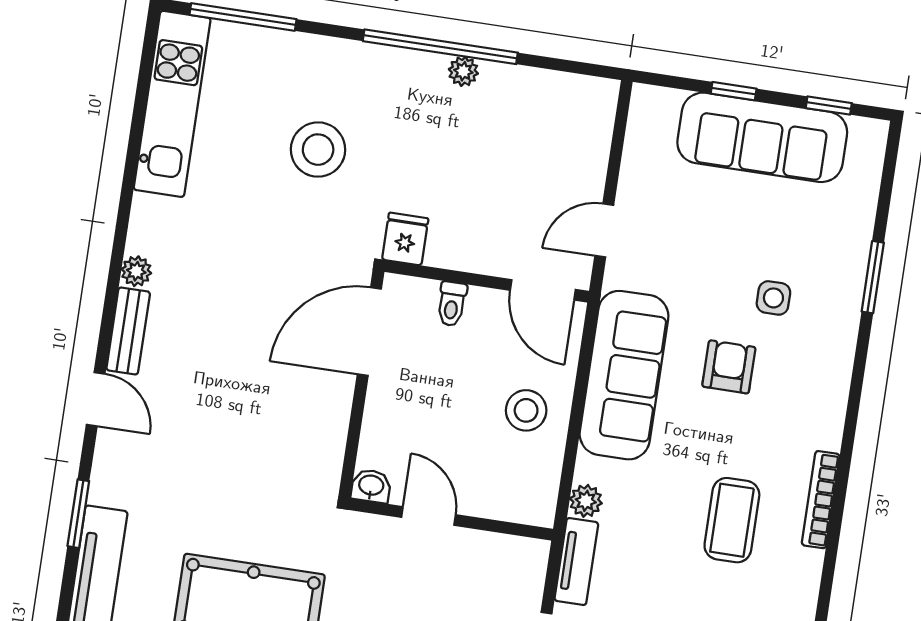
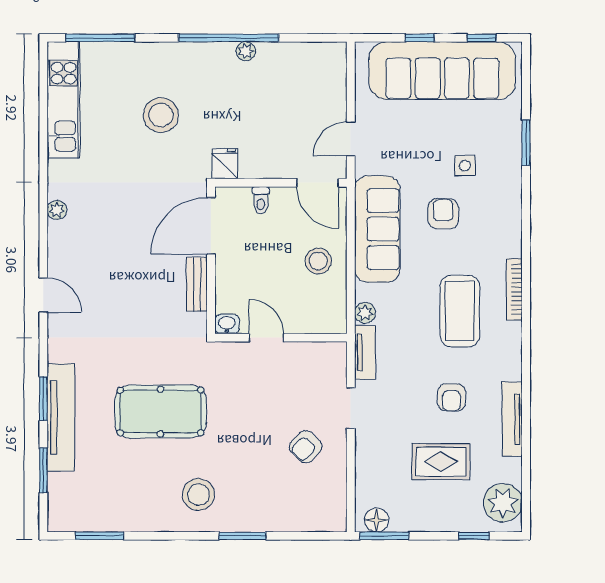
sofa: (762, 137) -> (442, 71), width x1.36, depth x1.27
bench: (128, 331) -> (197, 284), moved
window: (78, 514) -> (43, 399), moved
coffee table: (732, 520) -> (460, 311), width x1.36, depth x1.32

